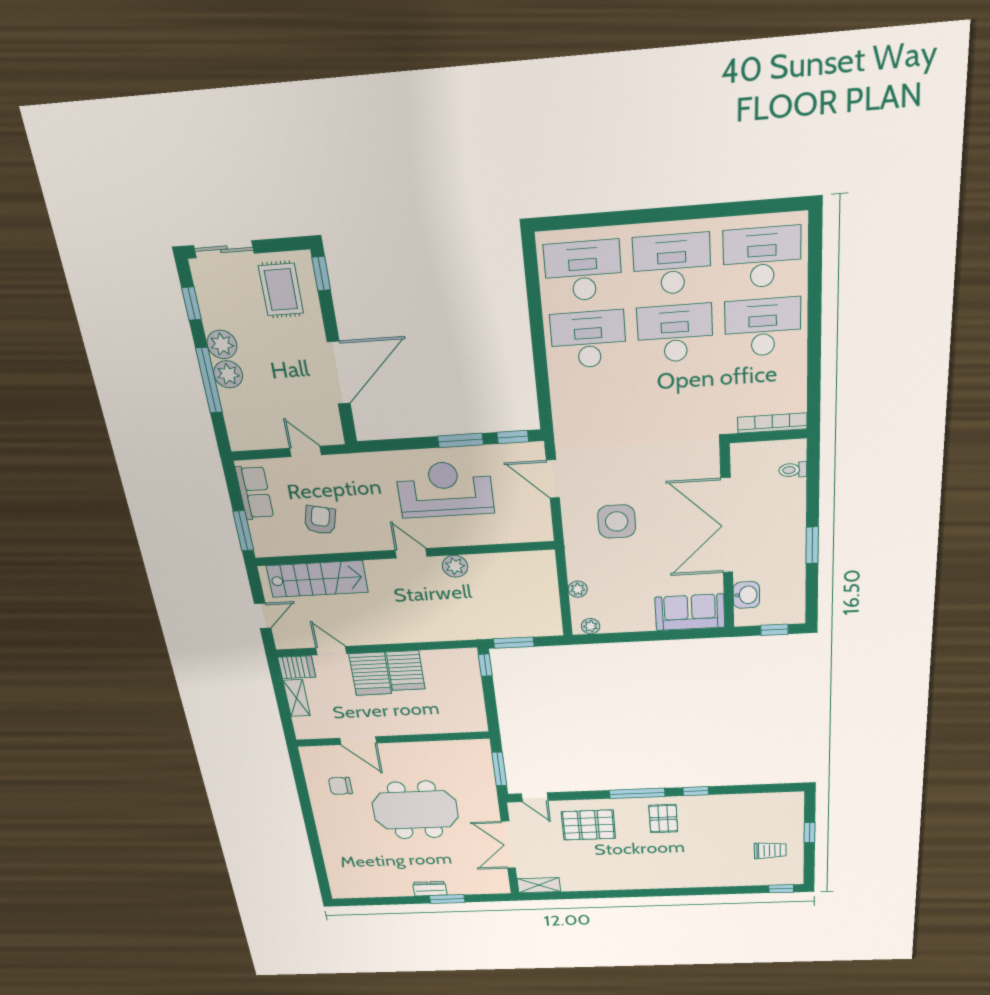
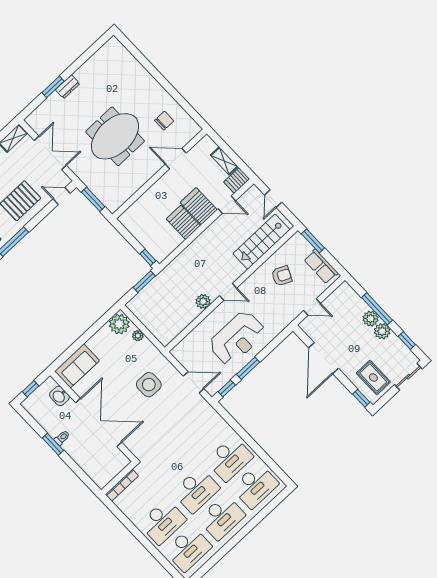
toilet: (793, 470) -> (62, 438), moved
armchair: (320, 520) -> (282, 276), turned -78
plant: (591, 626) -> (119, 324), width x1.88, depth x1.88

